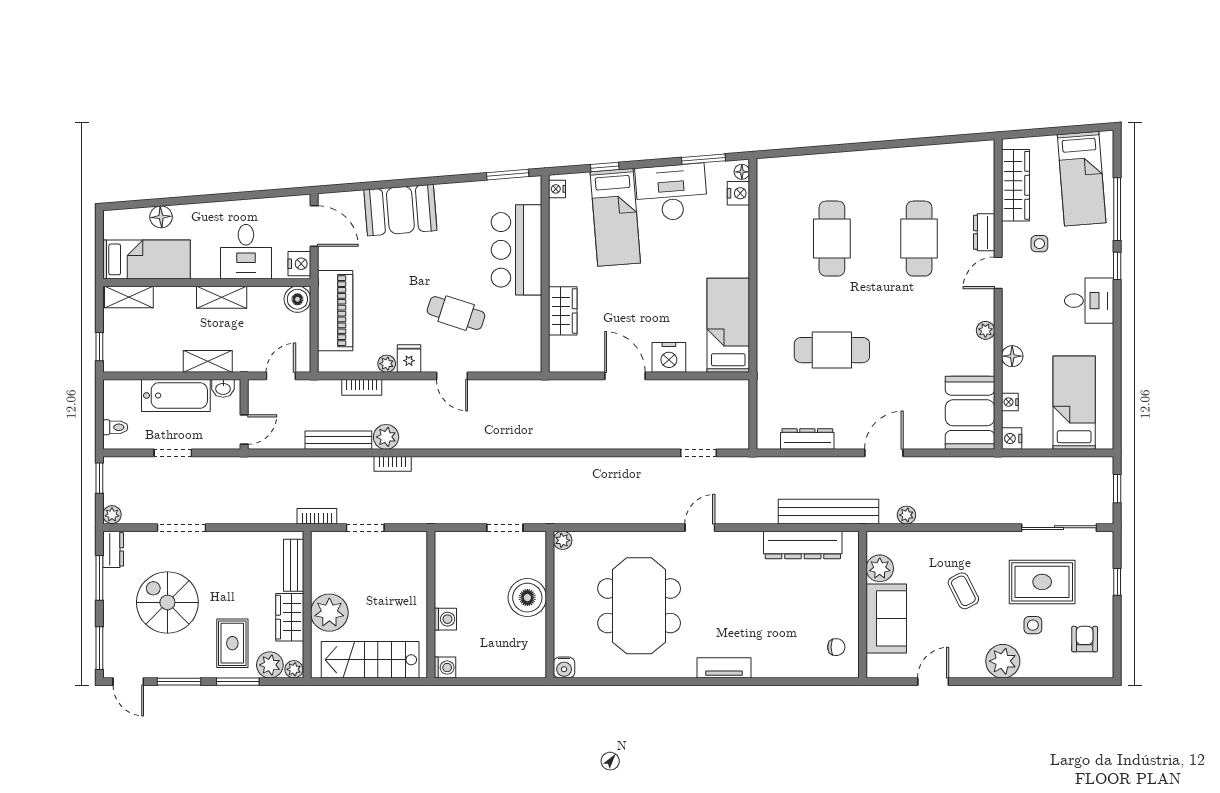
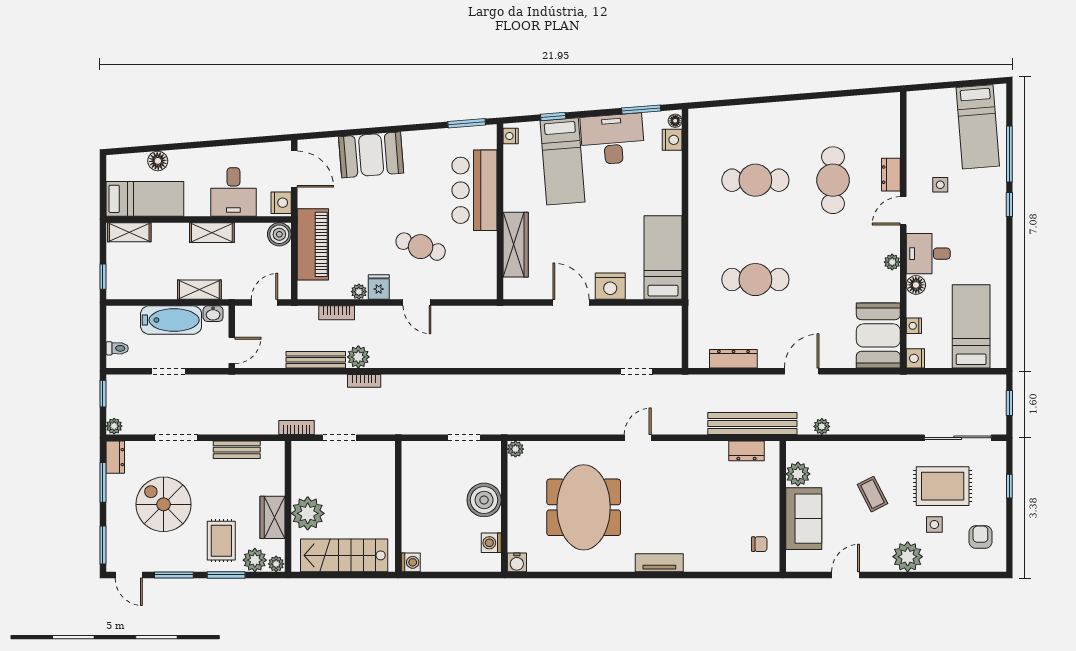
wardrobe: (1015, 185) -> (919, 133), removed
cafe table: (832, 239) -> (755, 180), turned 90
desk: (1089, 301) -> (928, 254), moved, turned 180
wardrobe: (563, 311) -> (516, 245), width x1.50
dresser: (803, 545) -> (747, 451), width x0.51, depth x0.80
bench: (294, 565) -> (237, 450), moved, turned 90
washing machine: (445, 619) -> (491, 543), moved, turned 180

